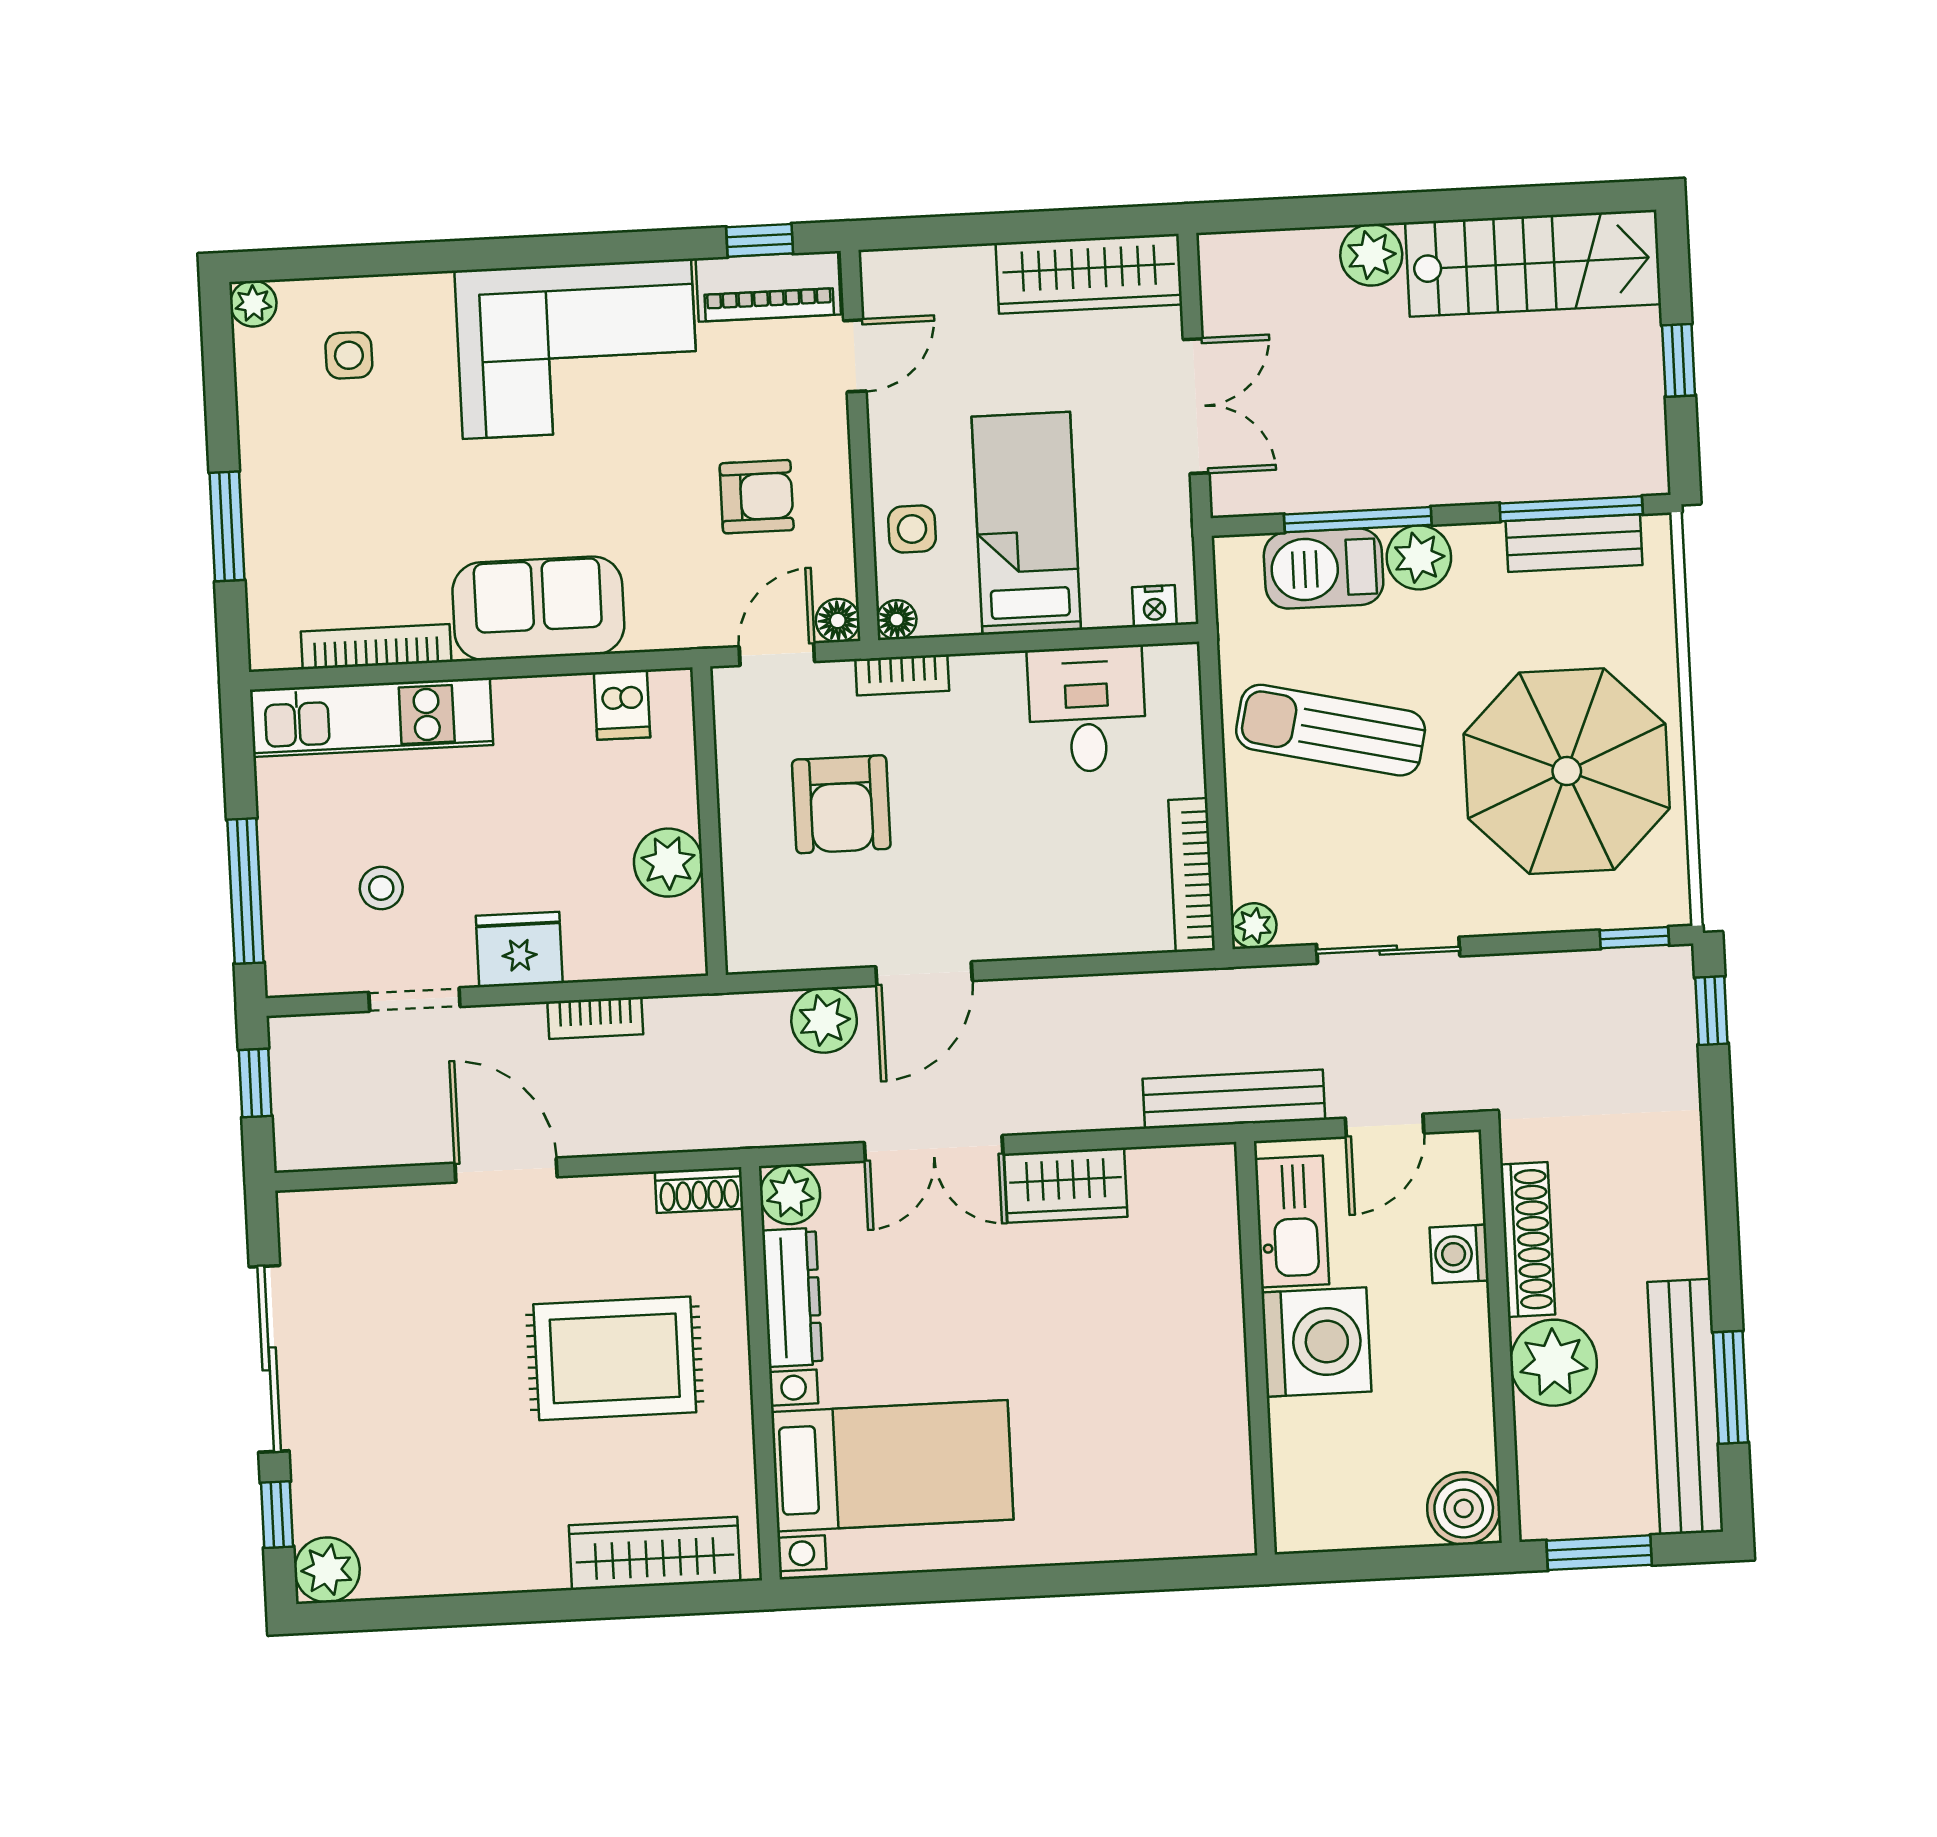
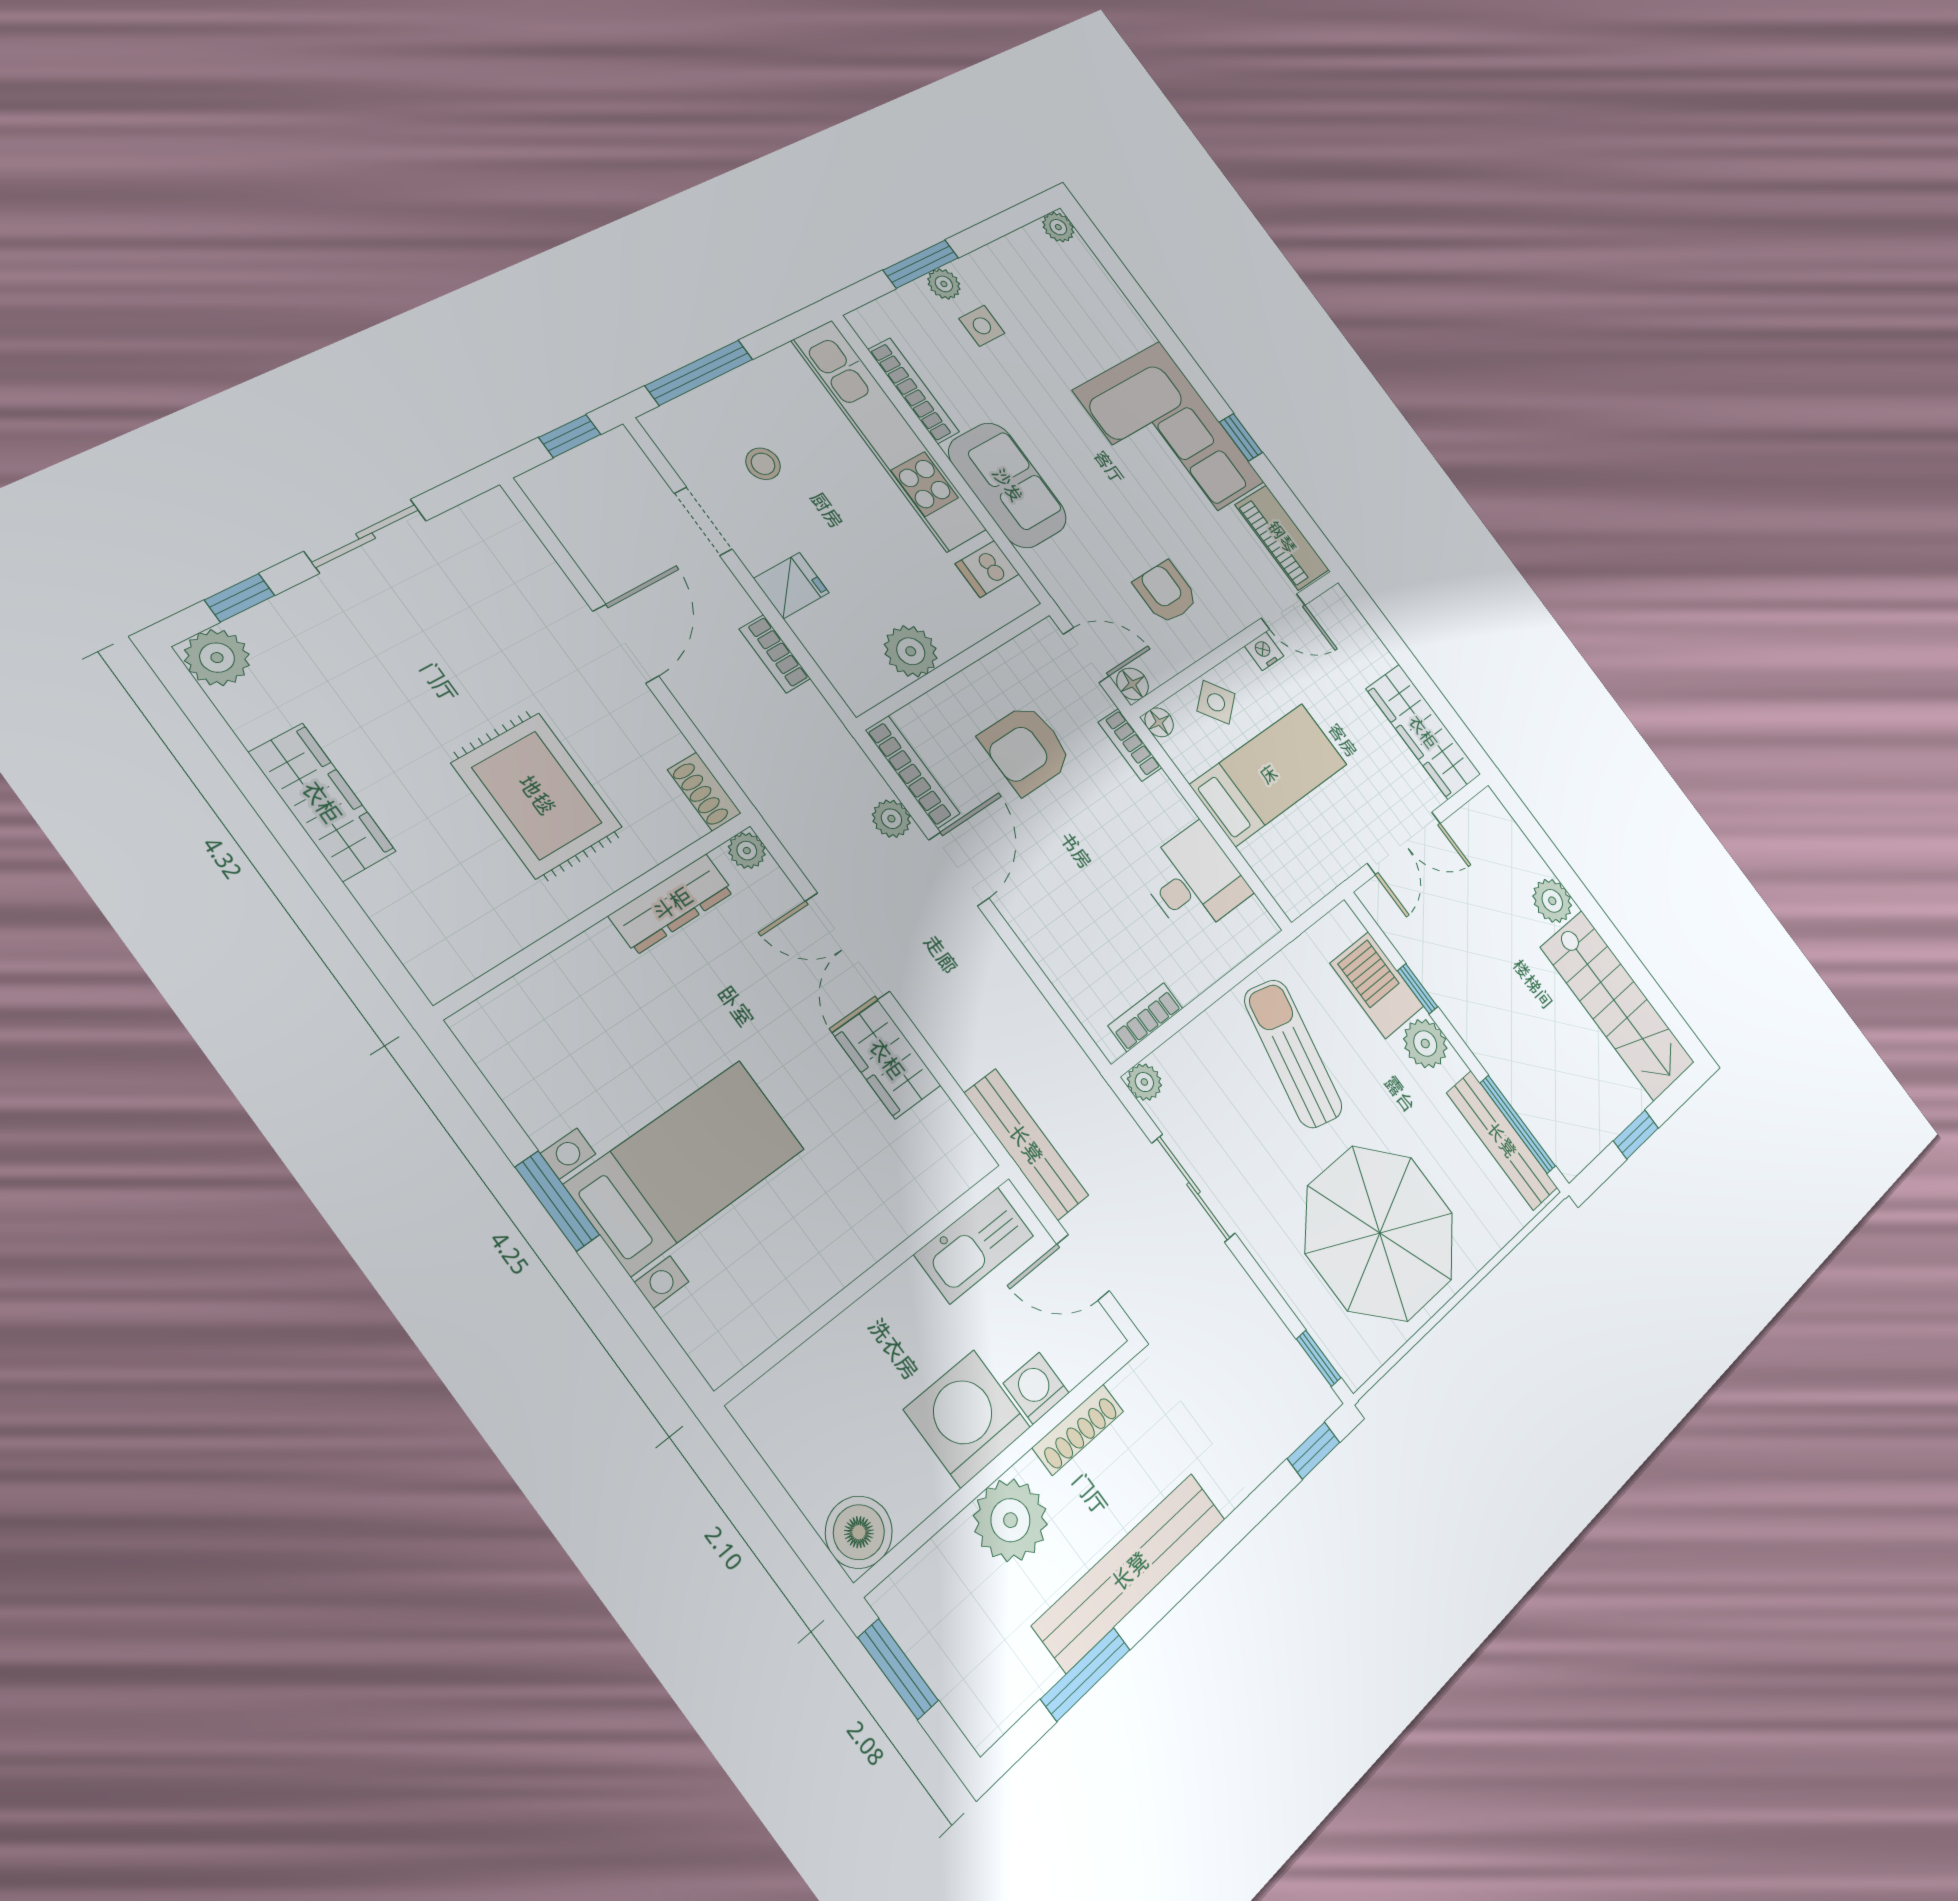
window: (760, 240) -> (1241, 437), moved
side table: (349, 355) -> (982, 326), moved
armchair: (757, 497) -> (1166, 592), turned 180
plant: (264, 514) -> (944, 284), added
window: (1358, 520) -> (1417, 989), width x0.46
side table: (912, 529) -> (1216, 702), turned -37
bench: (1574, 543) -> (1502, 1140), width x1.36
nightstand: (1154, 606) -> (1264, 651), moved, turned 90
kitchen unit: (371, 717) -> (889, 436), width x1.36
bookcase: (1192, 875) -> (1145, 1017), width x0.64
fridge: (519, 949) -> (791, 586), width x0.72
bookcase: (797, 953) -> (913, 772), added
door: (924, 974) -> (959, 869), swing flipped
plant: (824, 1020) -> (891, 819), width x0.73, depth x0.73
plant: (790, 1194) -> (747, 851), width x0.73, depth x0.73
shoe rack: (1528, 1239) -> (1078, 1429), width x0.74, depth x0.81
washing machine: (1316, 1342) -> (967, 1418), moved, turned 180
sliding door: (269, 1359) -> (366, 536), width x0.73
bench: (1685, 1407) -> (1130, 1571), moved
bed with nightstands: (892, 1466) -> (686, 1166), moved, turned -90
wardrobe: (655, 1553) -> (322, 802), moved
window: (1003, 1583) -> (557, 1201), added

